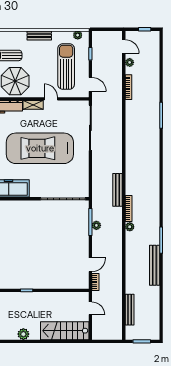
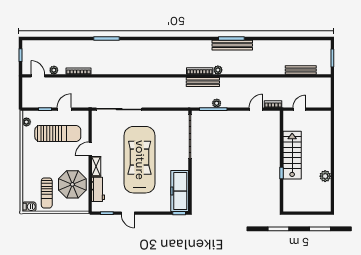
bench: (39, 35) -> (27, 160), removed
door: (124, 47) -> (38, 76), hinge flipped
sun lounger: (66, 67) -> (58, 133), turned 180
door: (90, 84) -> (64, 109), moved
car: (40, 148) -> (140, 160), turned 180
bench: (118, 190) -> (203, 82), moved
door: (90, 265) -> (256, 109), hinge flipped
bench: (155, 265) -> (232, 45), moved
stairs: (65, 331) -> (292, 155), moved, turned 180

